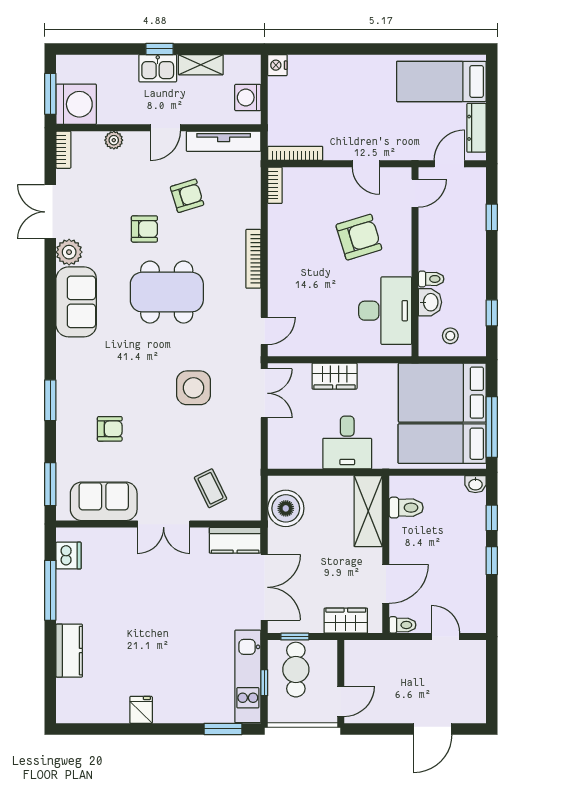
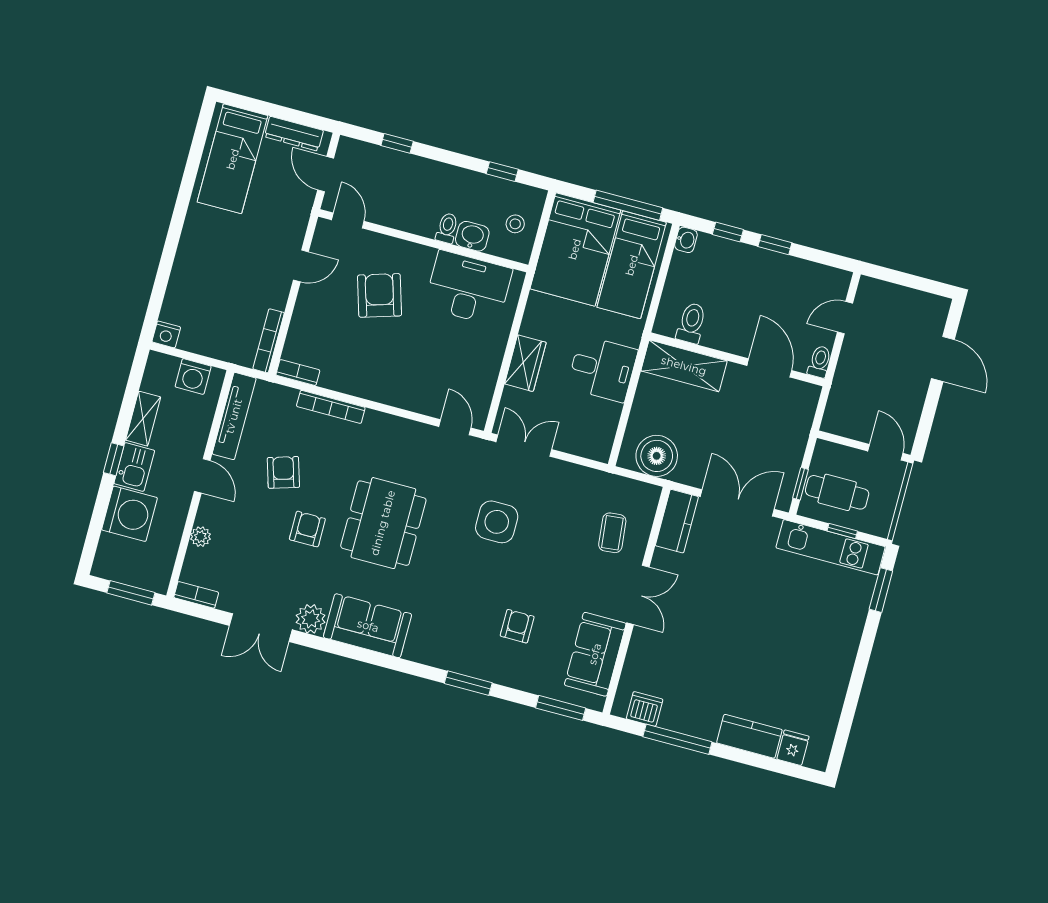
washing machine: (76, 104) -> (129, 514), moved, turned 90
bookcase: (253, 259) -> (331, 407), moved
coffee table: (210, 488) -> (612, 533), turned -70
wardrobe: (346, 621) -> (798, 423), removed
fridge: (141, 710) -> (793, 748), moved, turned 90

